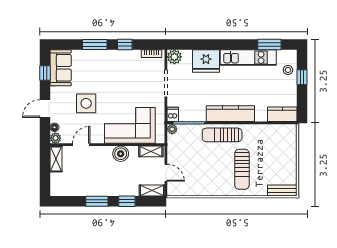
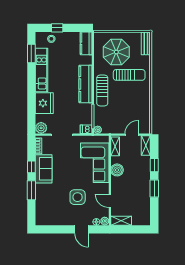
sofa: (61, 68) -> (44, 169), moved, turned 90
window: (45, 73) -> (54, 229), removed
parasol: (271, 153) -> (116, 52), added

